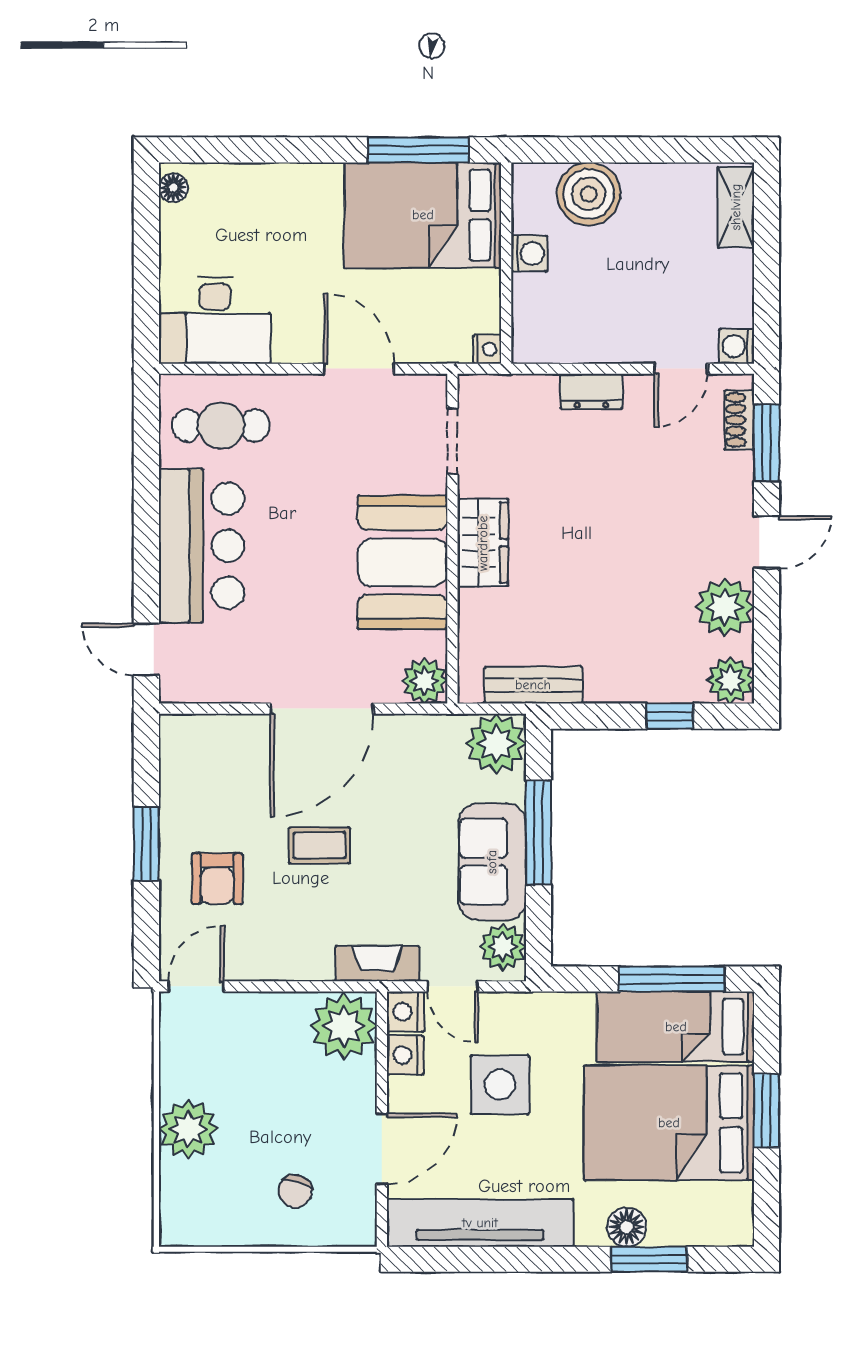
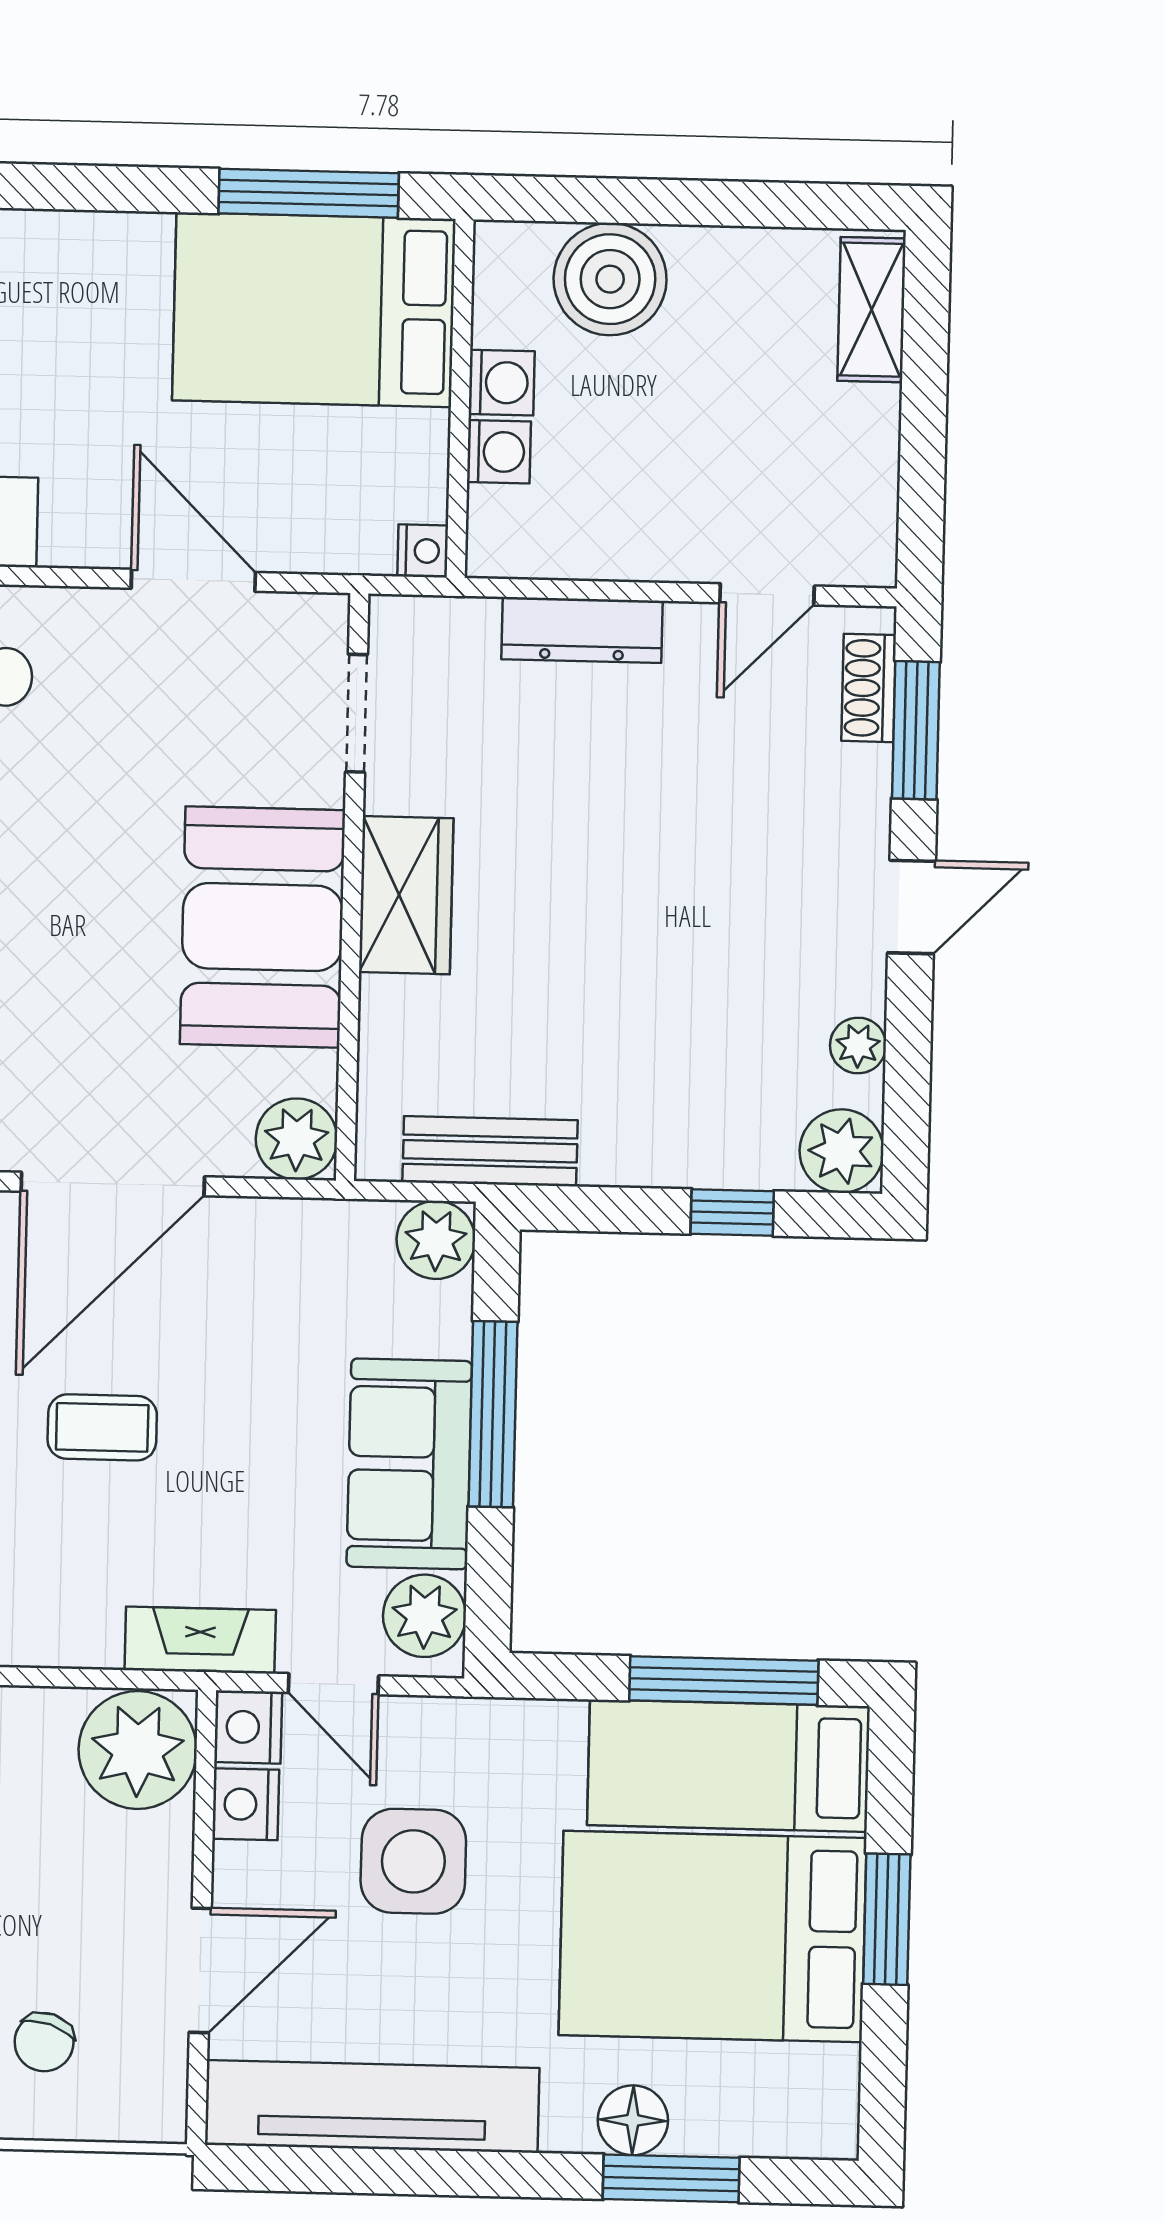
washing machine: (737, 346) -> (499, 452), moved, turned 180
dresser: (591, 391) -> (582, 630), width x1.44
plant: (725, 607) -> (858, 1045), width x0.53, depth x0.53
plant: (496, 744) -> (436, 1240), width x0.73, depth x0.73

